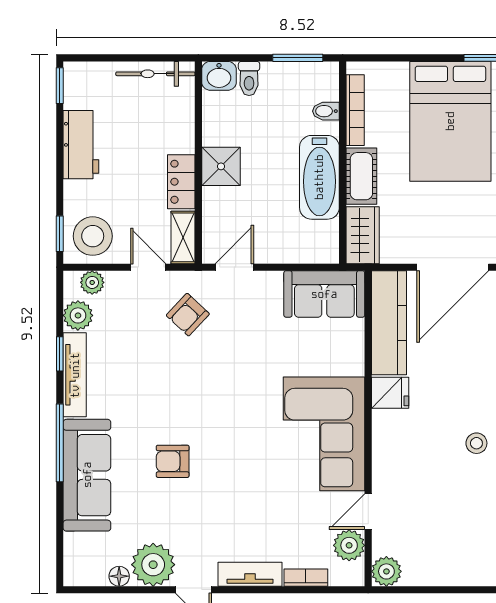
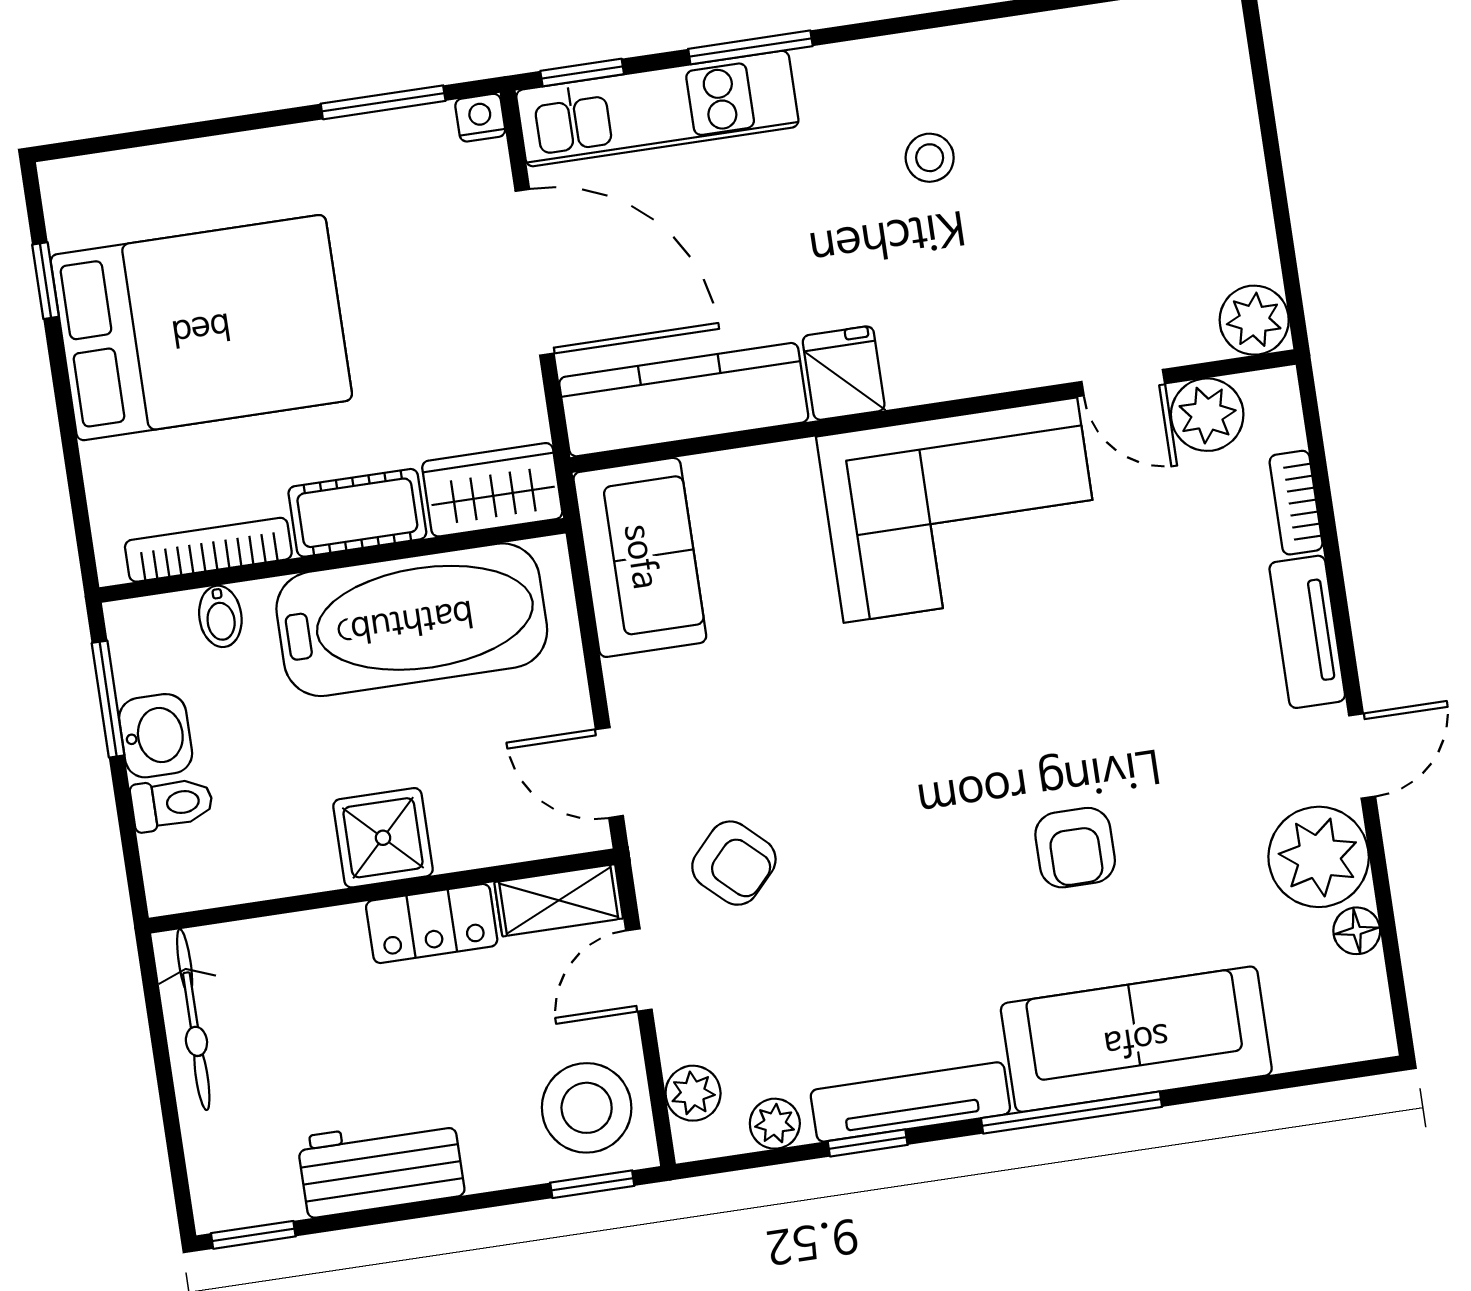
washbasin: (219, 76) -> (156, 736), moved
bathtub: (319, 177) -> (412, 620), width x1.36, depth x1.36
plant: (78, 315) -> (775, 1124), width x0.73, depth x0.73

